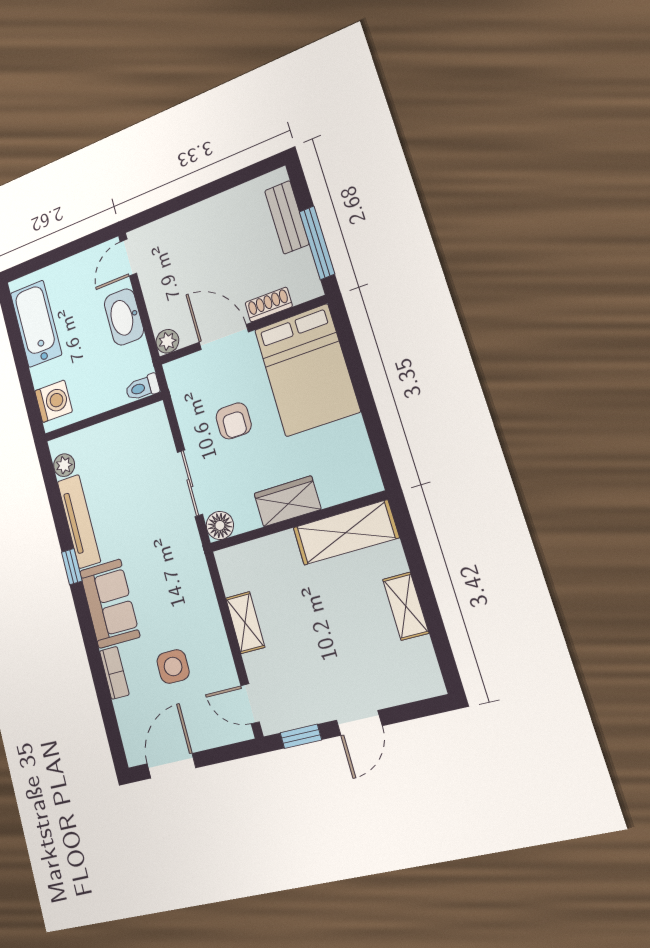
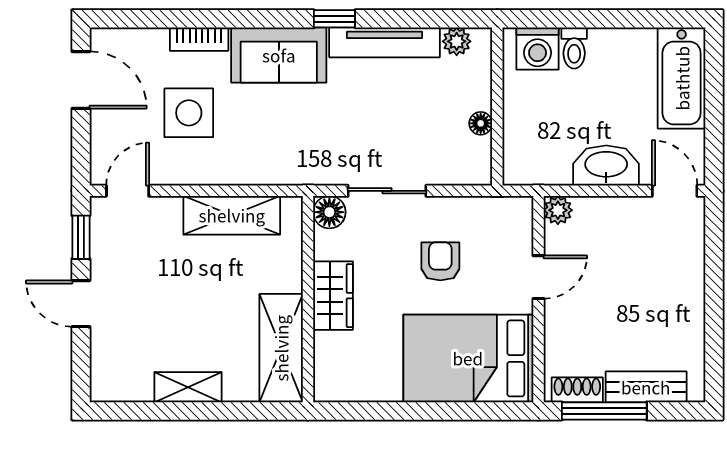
shoe rack: (269, 305) -> (577, 390), moved, turned -90
bathtub: (36, 324) -> (682, 78), moved, turned 90
door: (224, 337) -> (539, 277), width x0.73
toilet: (142, 387) -> (574, 48), moved, turned 180
armchair: (234, 421) -> (440, 261), turned 90
floor lamp: (119, 426) -> (481, 123), added
shelving: (245, 623) -> (232, 215), width x1.50, depth x1.33
side table: (173, 667) -> (189, 113), width x1.37, depth x1.37

